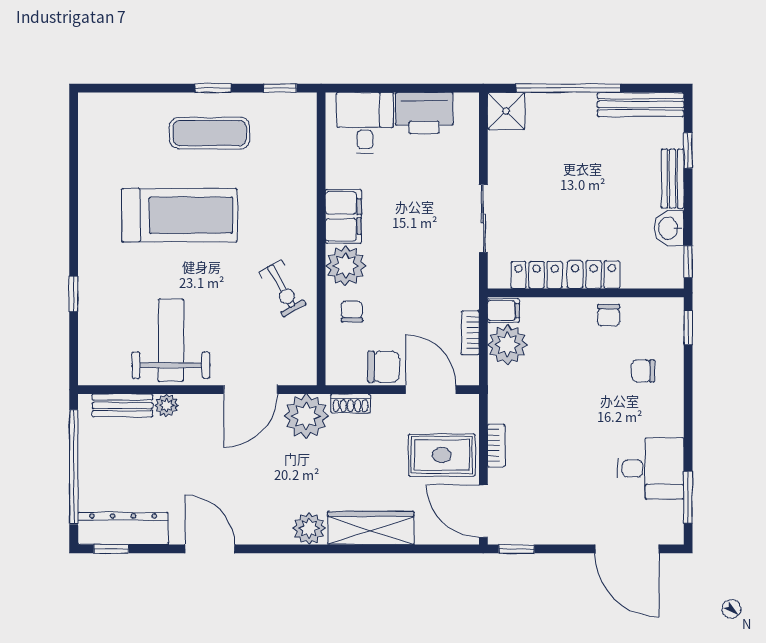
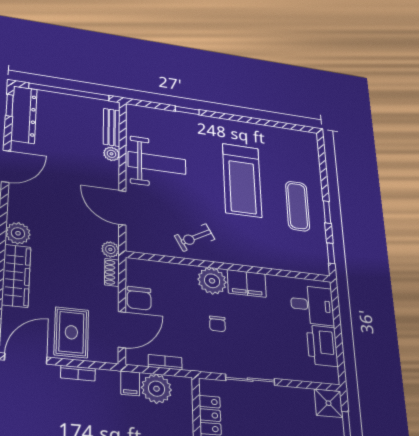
chair: (352, 311) -> (217, 324), moved, turned 90
filing cabinet: (503, 311) -> (130, 383), moved
plant: (306, 416) -> (110, 249), width x0.53, depth x0.53

